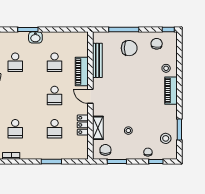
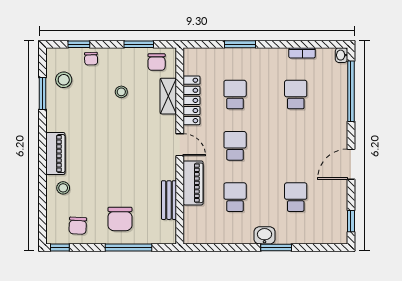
chair: (129, 48) -> (120, 219), turned -90
bench: (97, 60) -> (169, 200), width x0.73
locker: (83, 125) -> (192, 100), width x1.53

